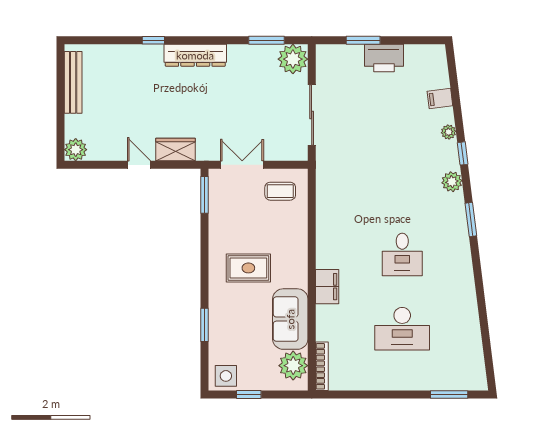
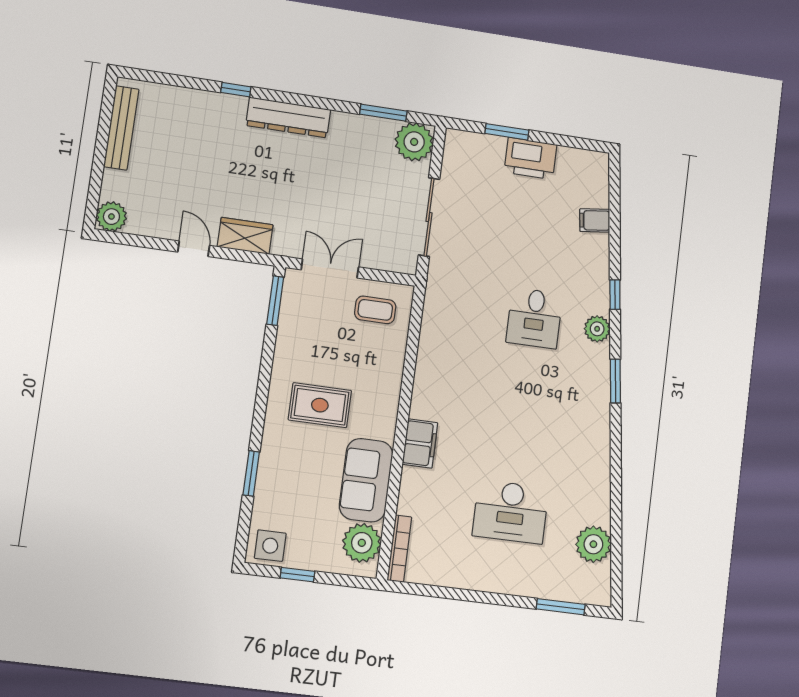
plant: (449, 132) -> (593, 544), moved, width x1.88, depth x1.88
desk: (402, 255) -> (534, 318), moved

